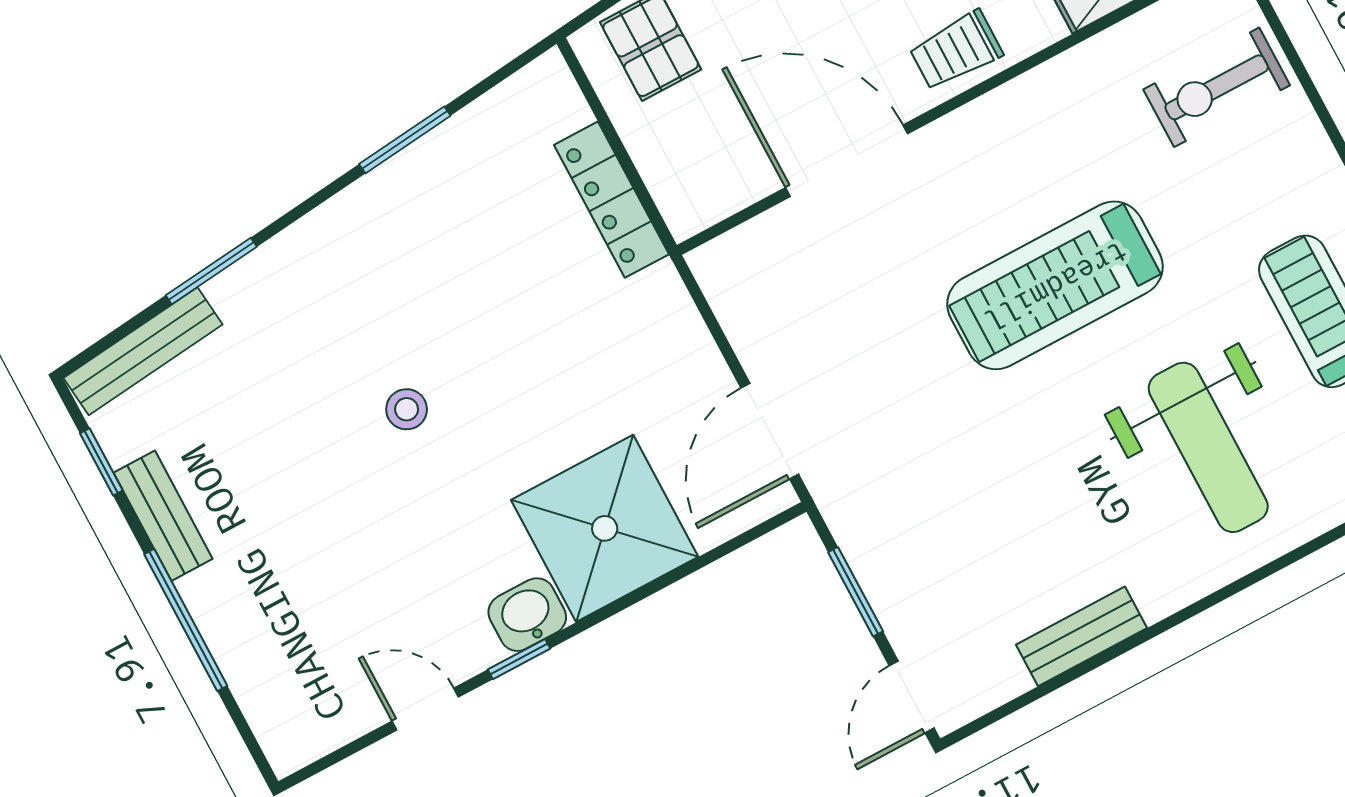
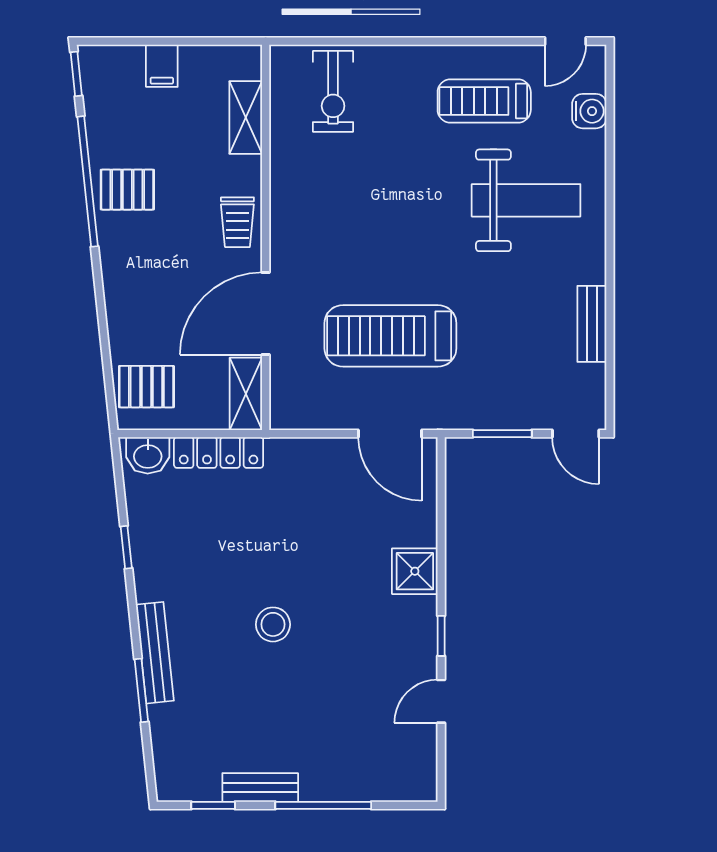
window: (405, 140) -> (126, 547), width x0.67
shelving: (716, 194) -> (246, 394), added
treadmill: (1055, 285) -> (390, 336), moved, turned 90
bench: (143, 351) -> (155, 653), moved
stool: (407, 409) -> (273, 624), width x1.37, depth x1.37
shower: (605, 528) -> (415, 571), width x0.54, depth x0.54
washbasin: (527, 615) -> (148, 455), moved, turned -90

